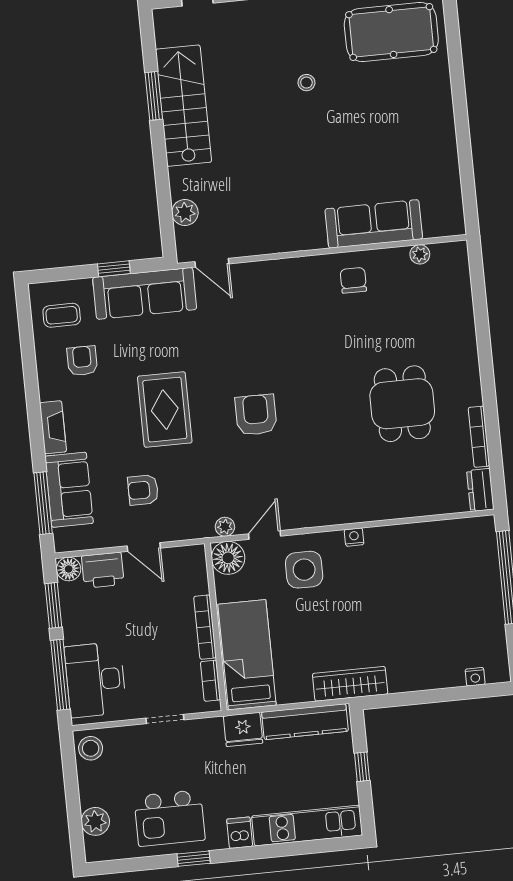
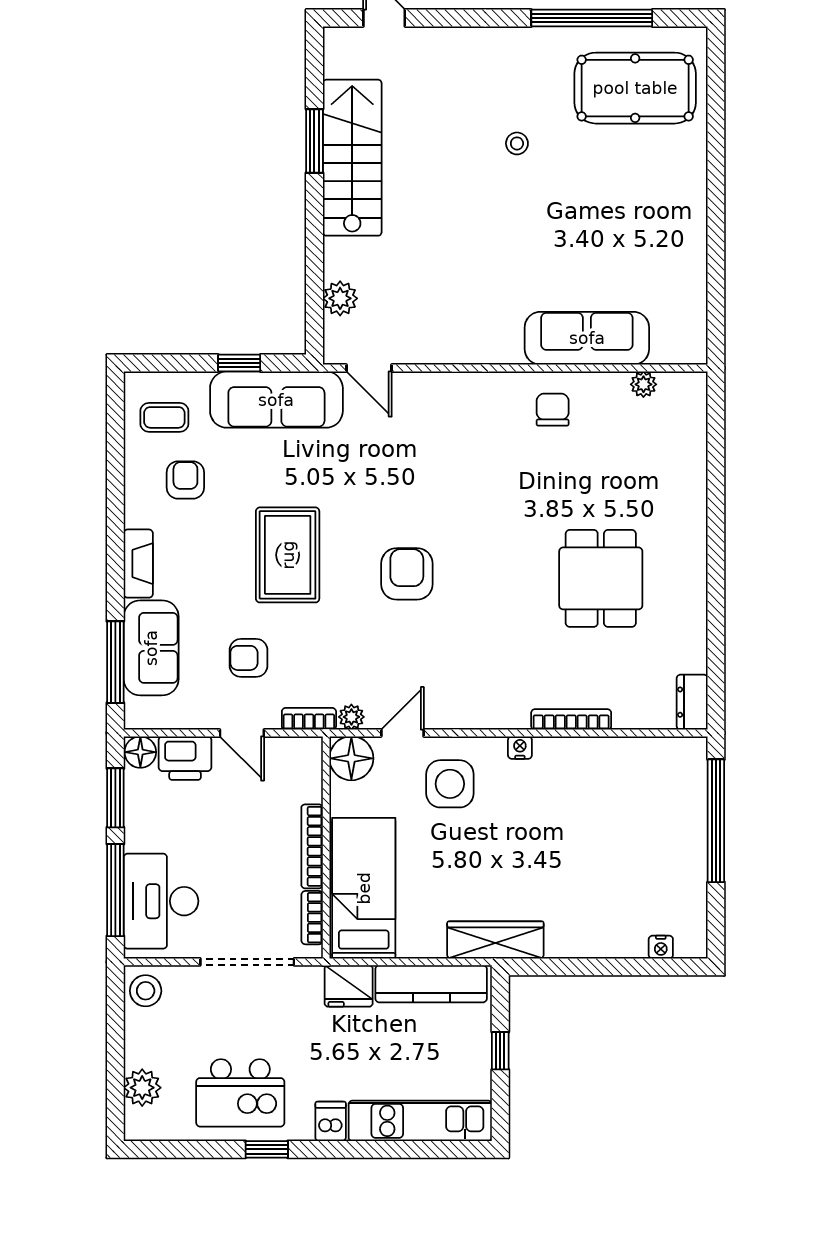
bookcase: (479, 437) -> (571, 719), moved, turned 90
bookcase: (193, 531) -> (309, 719), added
doorway: (165, 719) -> (247, 962), width x1.87

